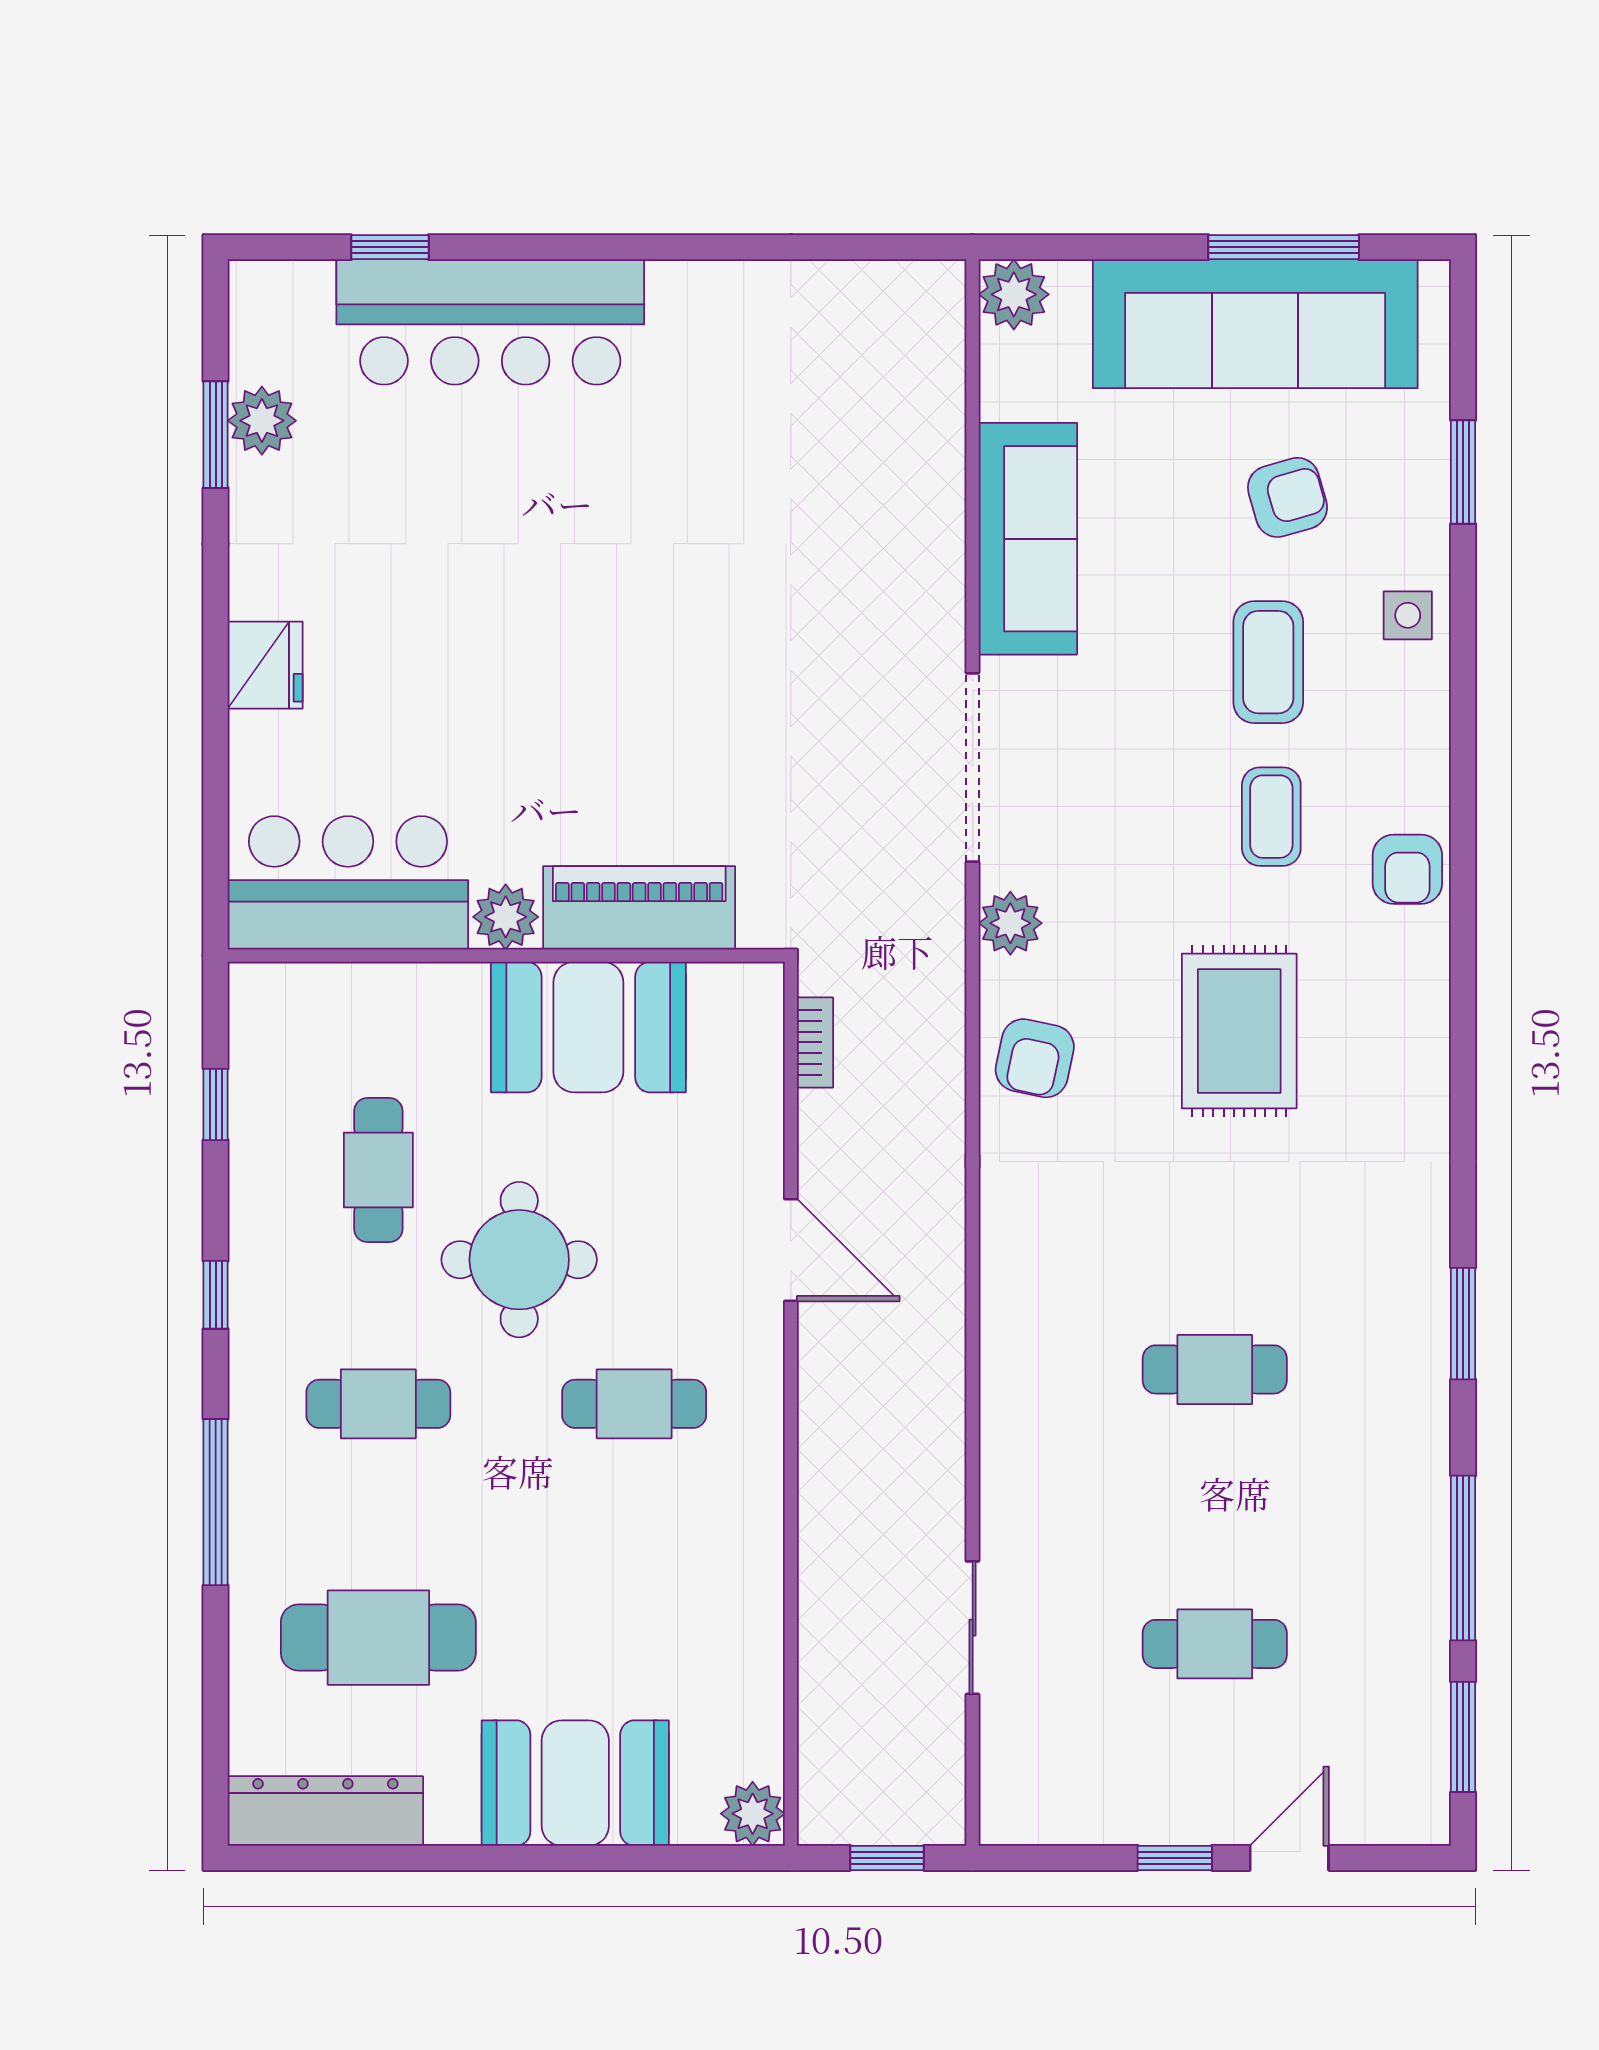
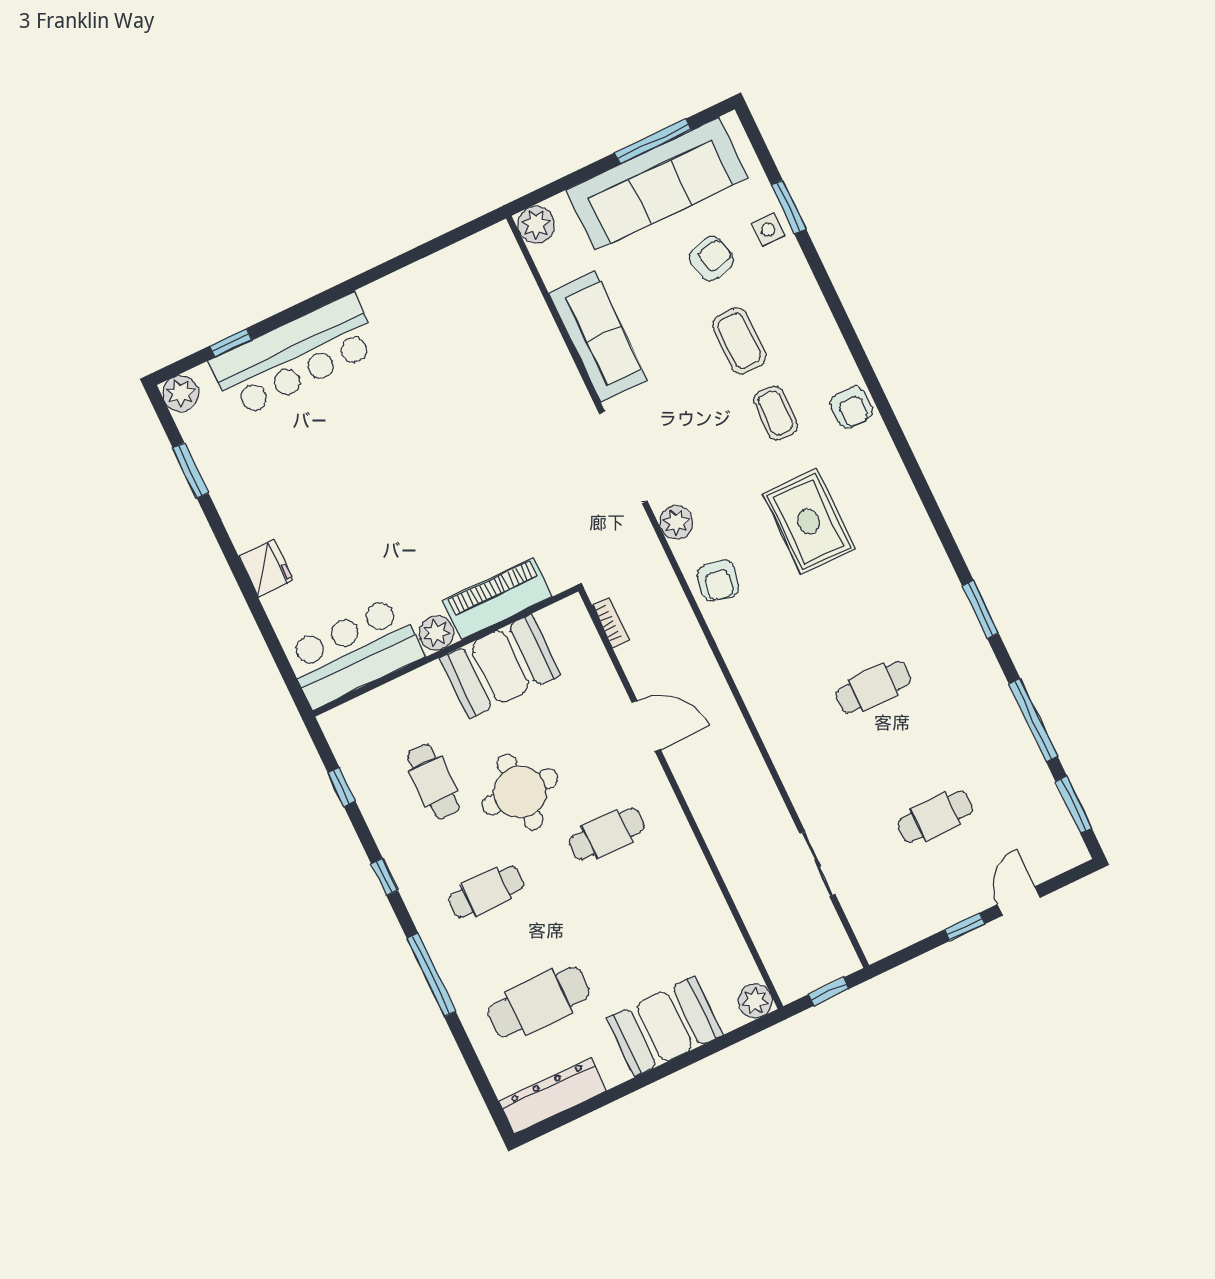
plant: (262, 421) -> (181, 393), moved
side table: (1408, 615) -> (768, 230), moved

